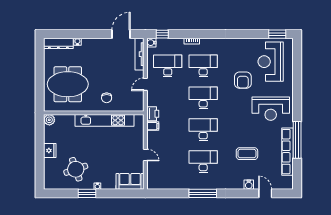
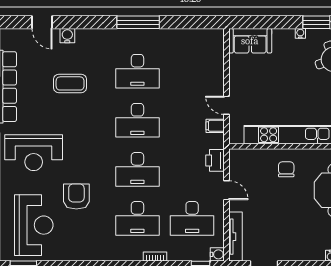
door: (145, 84) -> (226, 190), hinge flipped
reception desk: (271, 109) -> (34, 153), turned 180
printer: (153, 114) -> (215, 160), moved
door: (145, 155) -> (226, 105), moved

